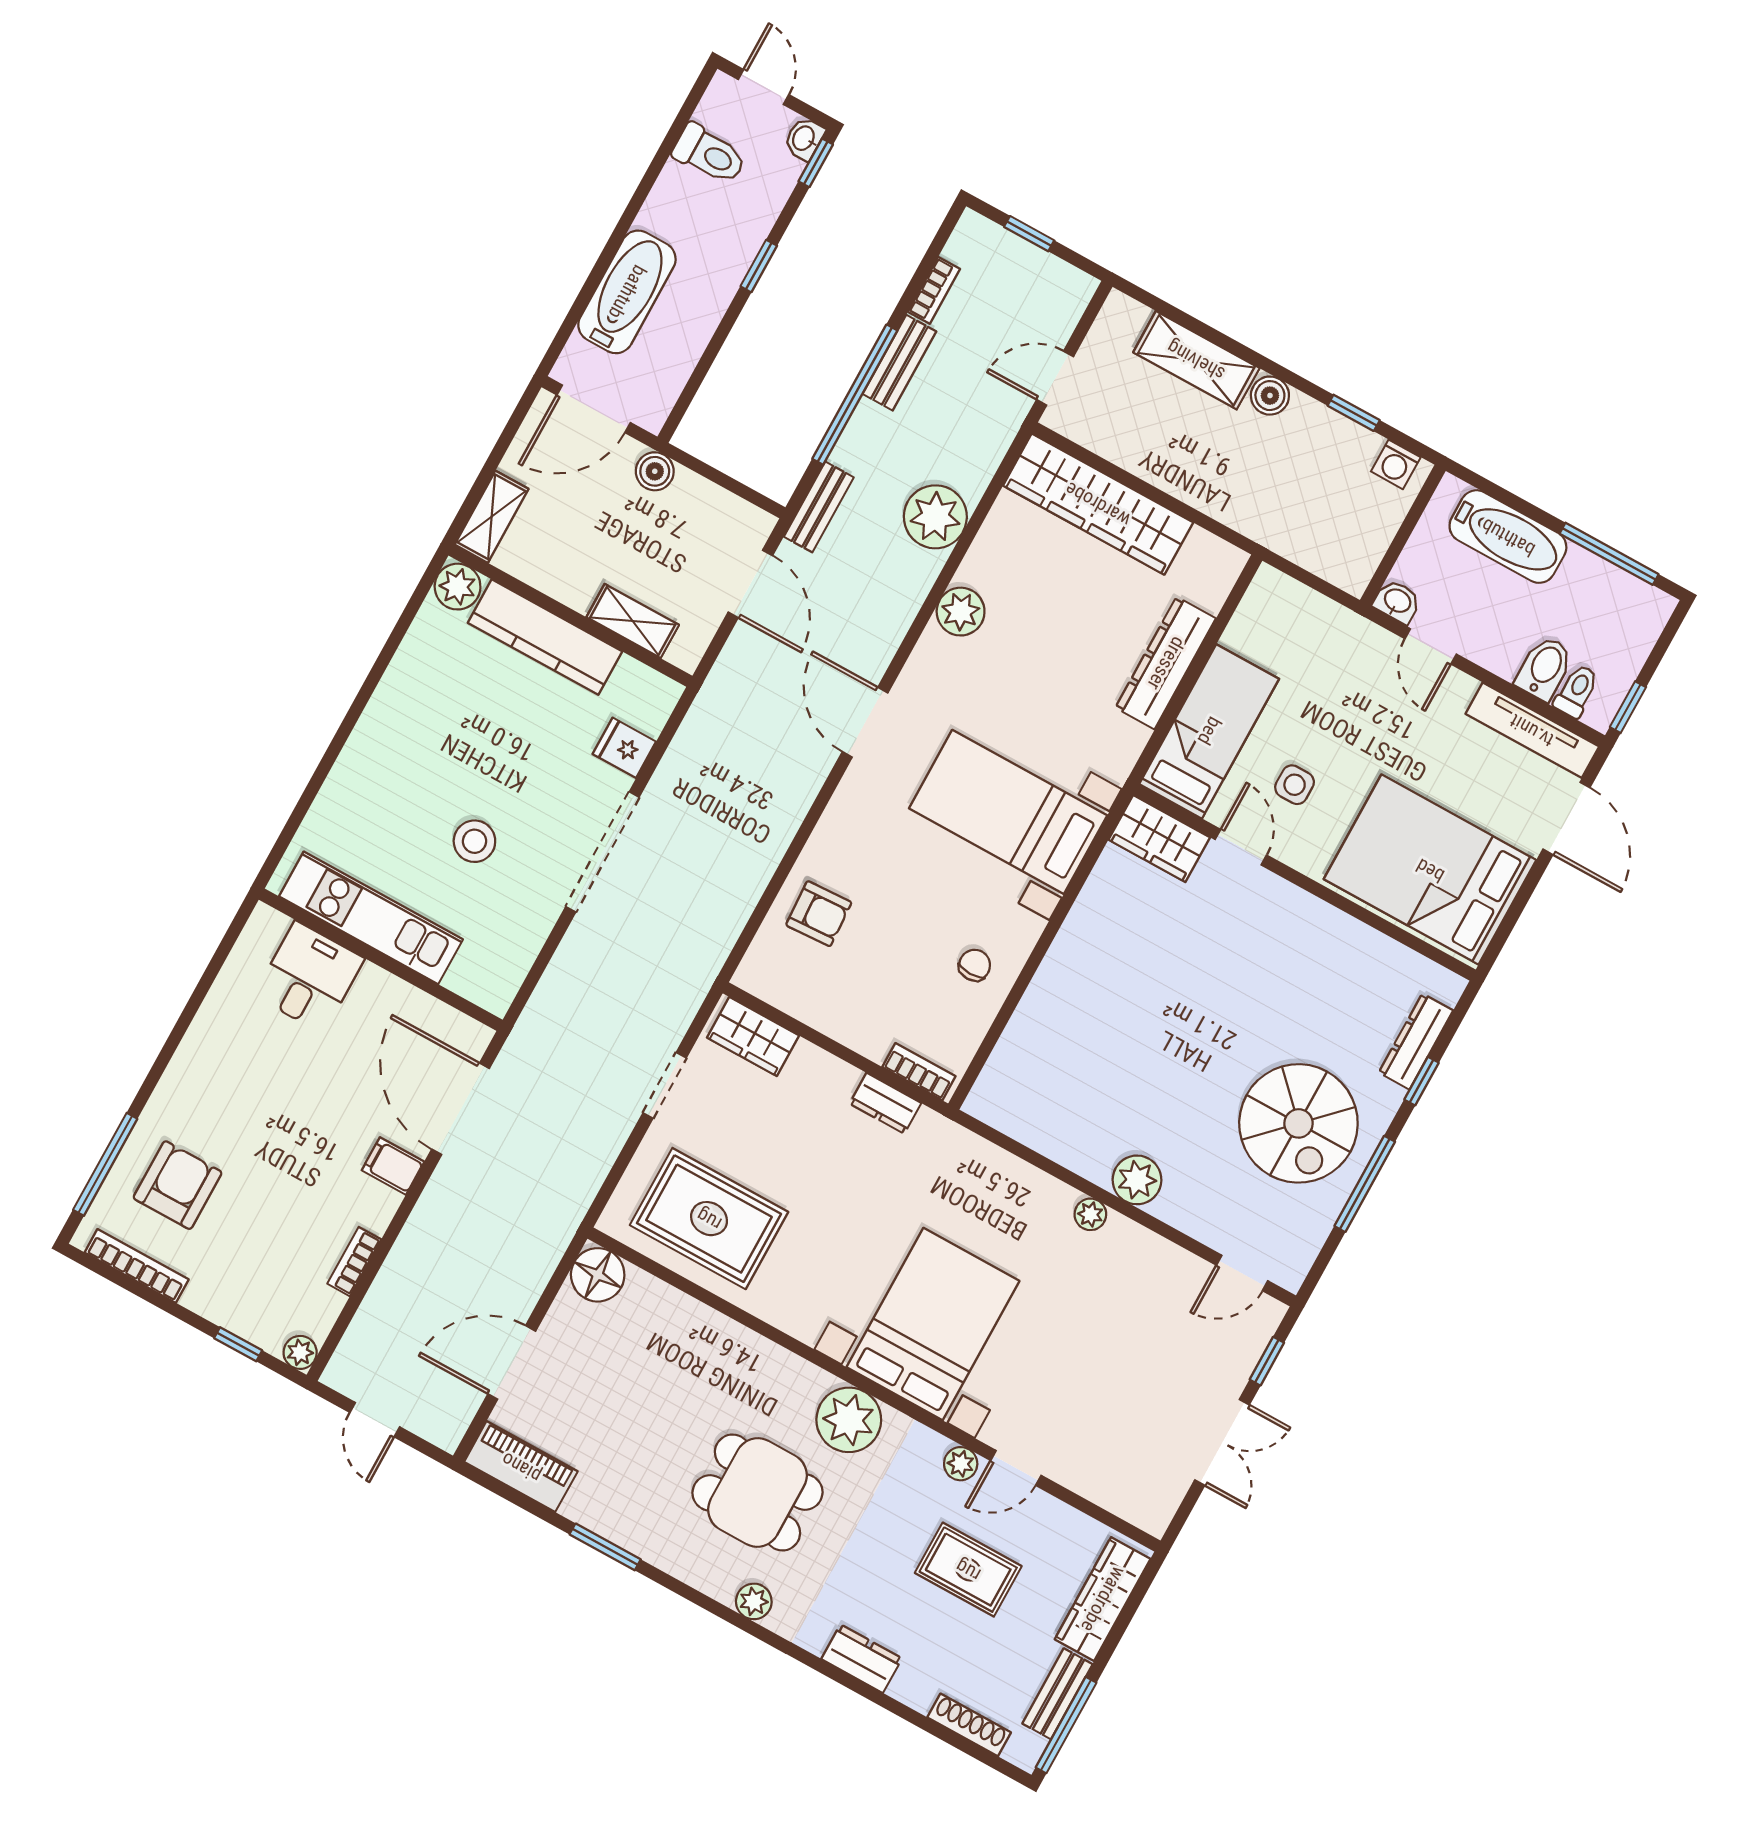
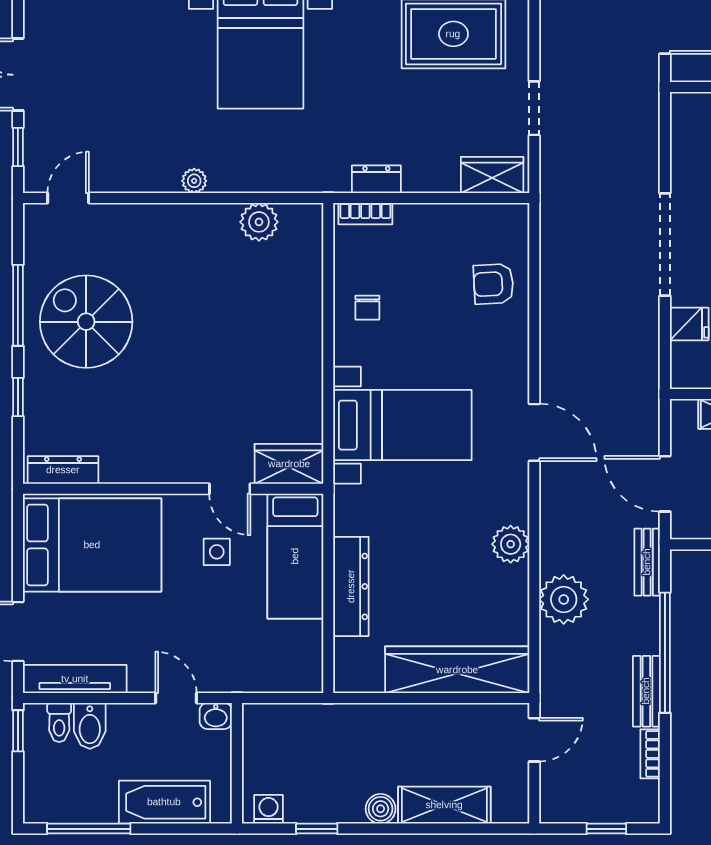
dresser: (1416, 1042) -> (63, 470), moved, turned -90
plant: (1137, 1180) -> (259, 222), moved

